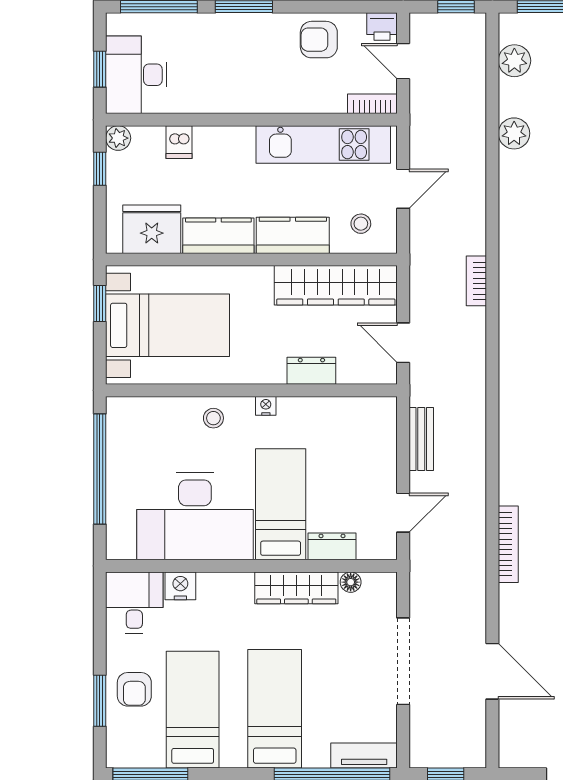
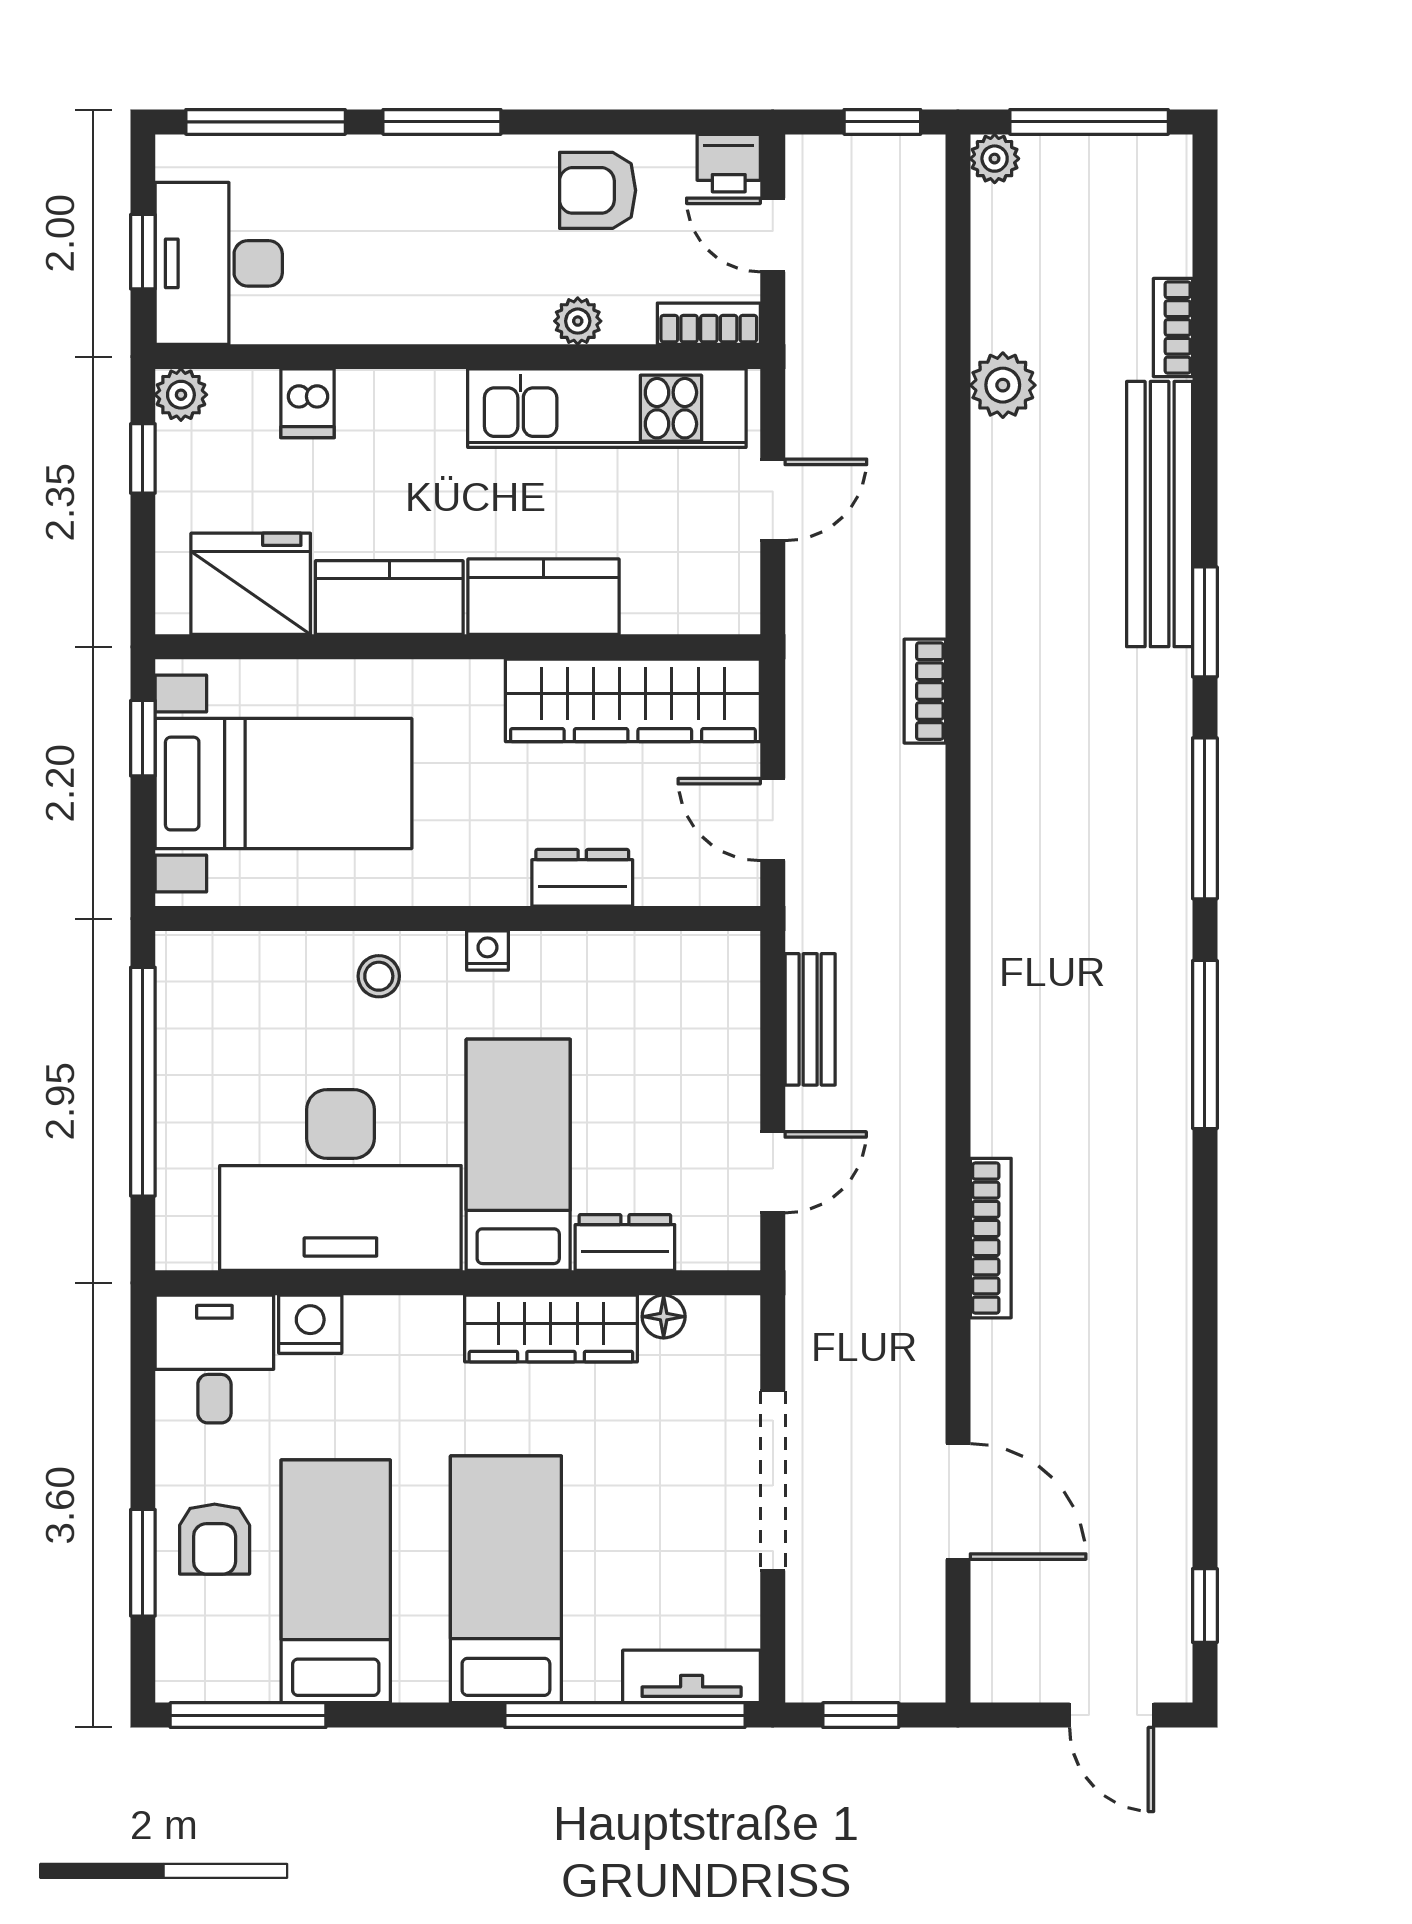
plant: (514, 61) -> (995, 159), moved, width x0.73, depth x0.73
plant: (309, 103) -> (578, 321), added
stool: (361, 224) -> (685, 572), removed

